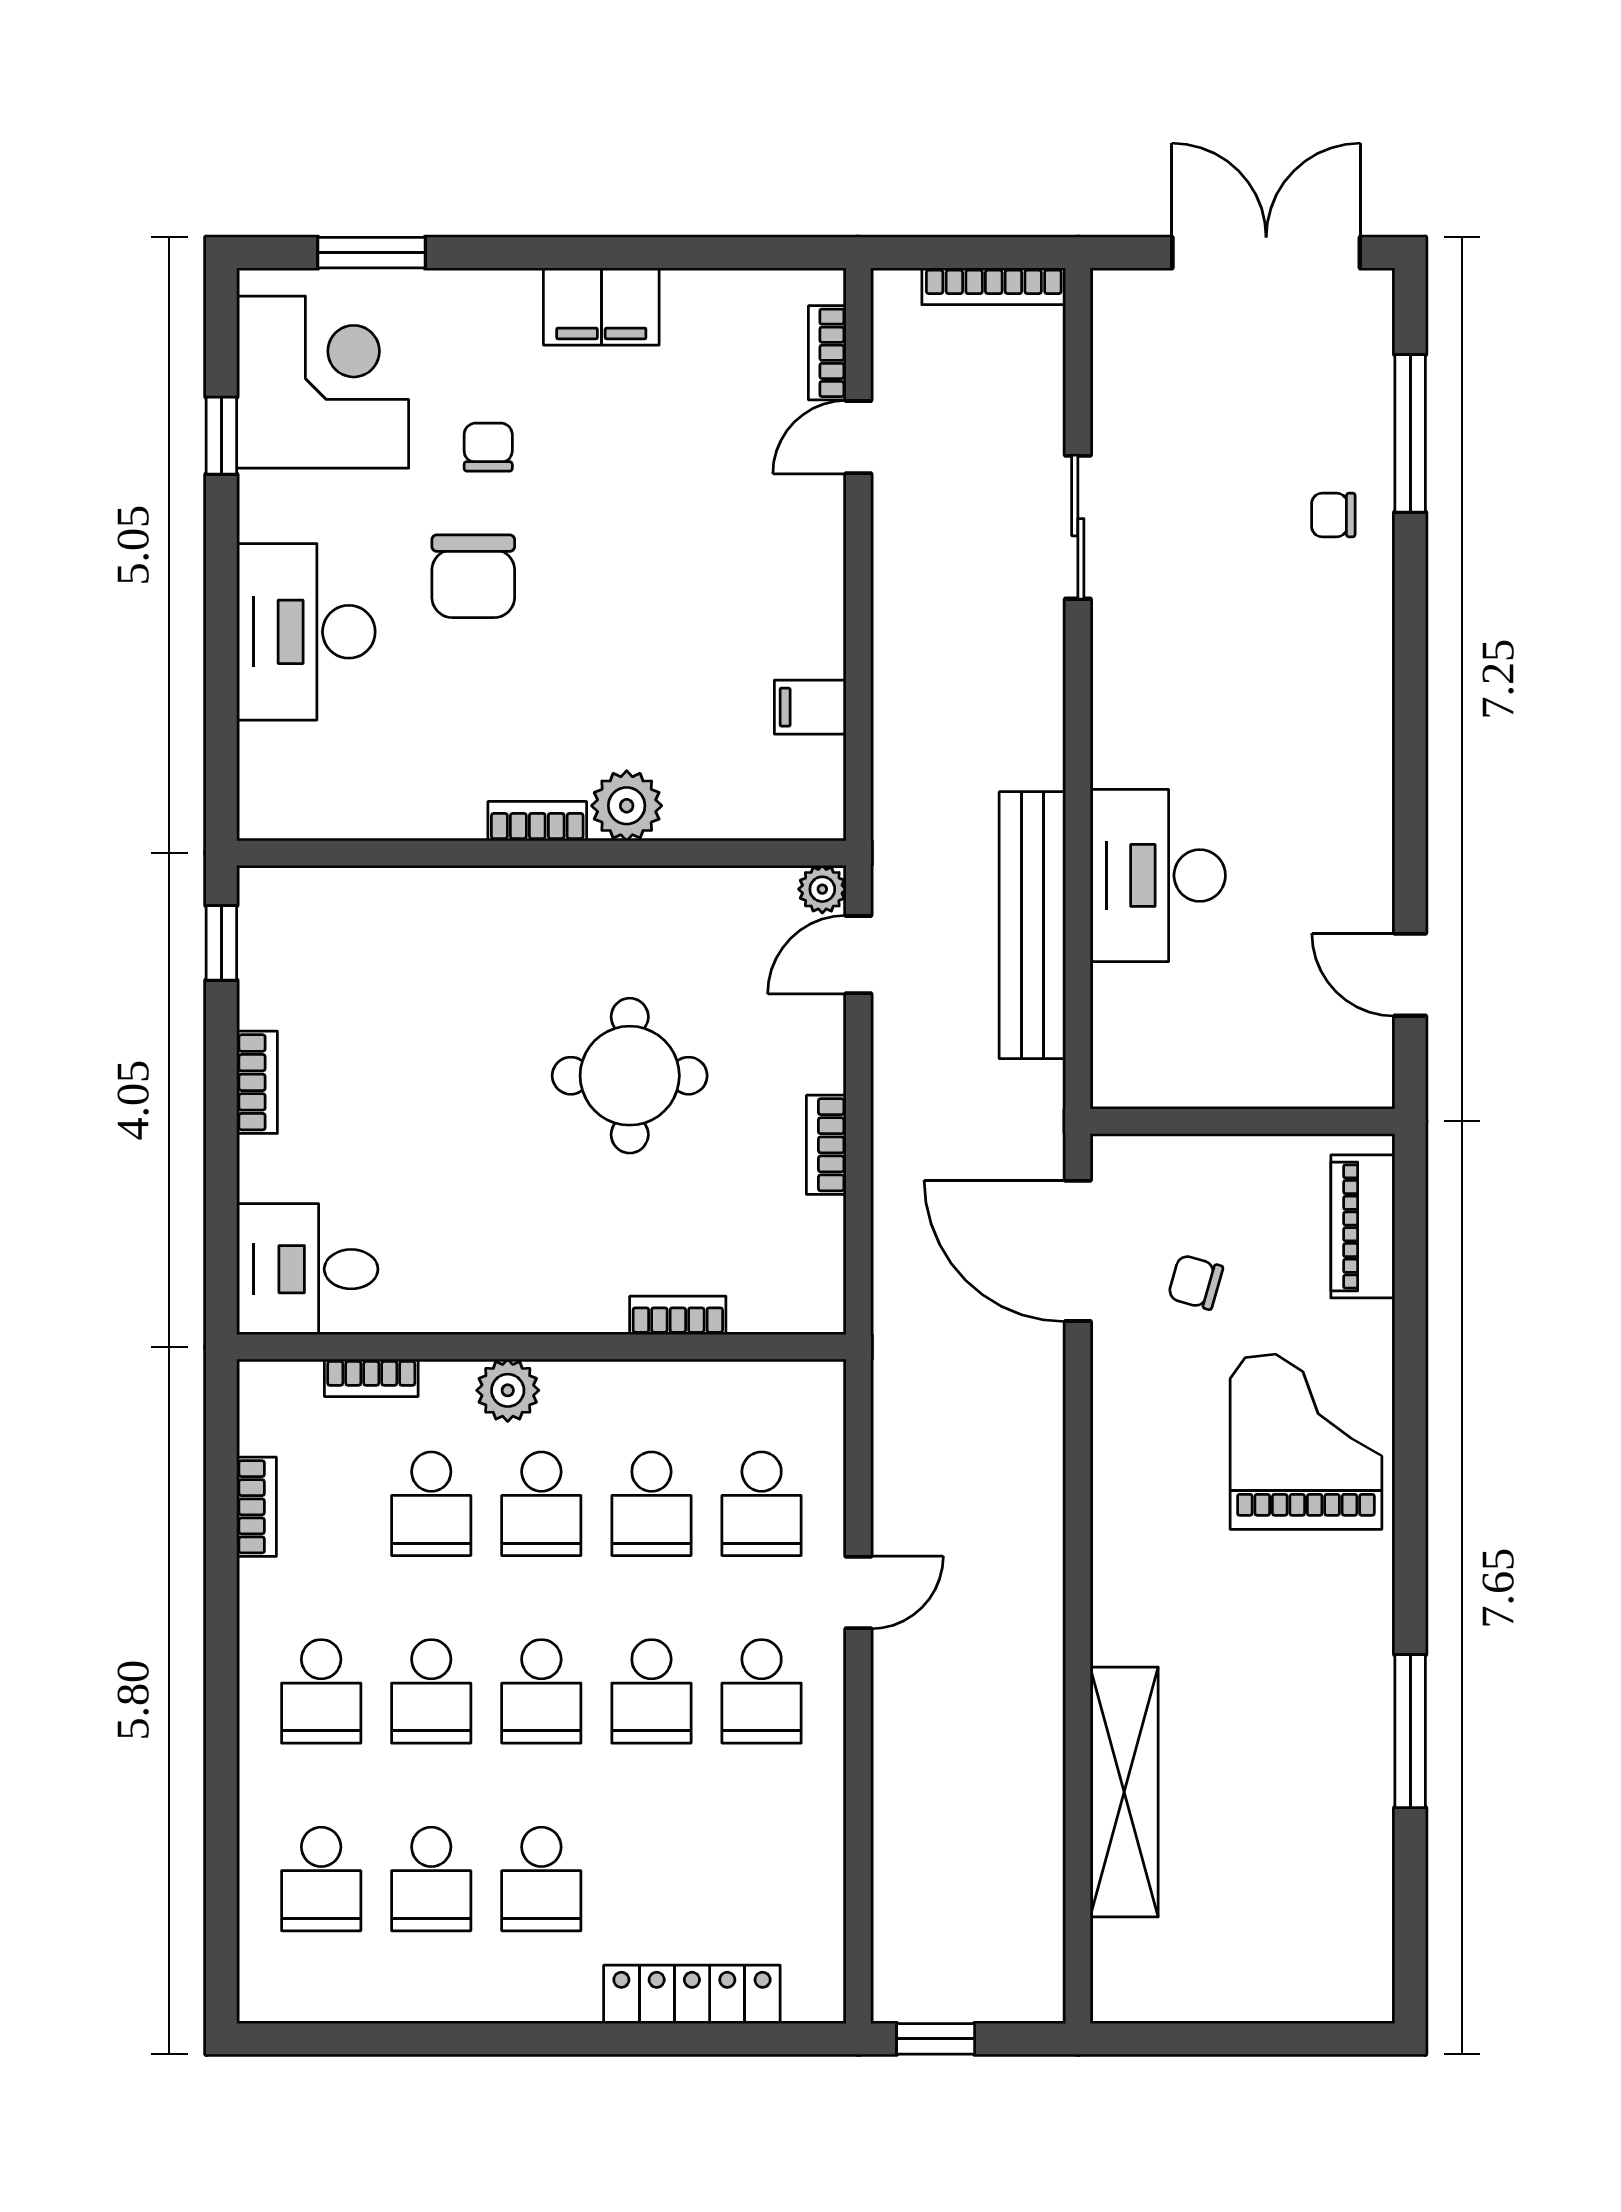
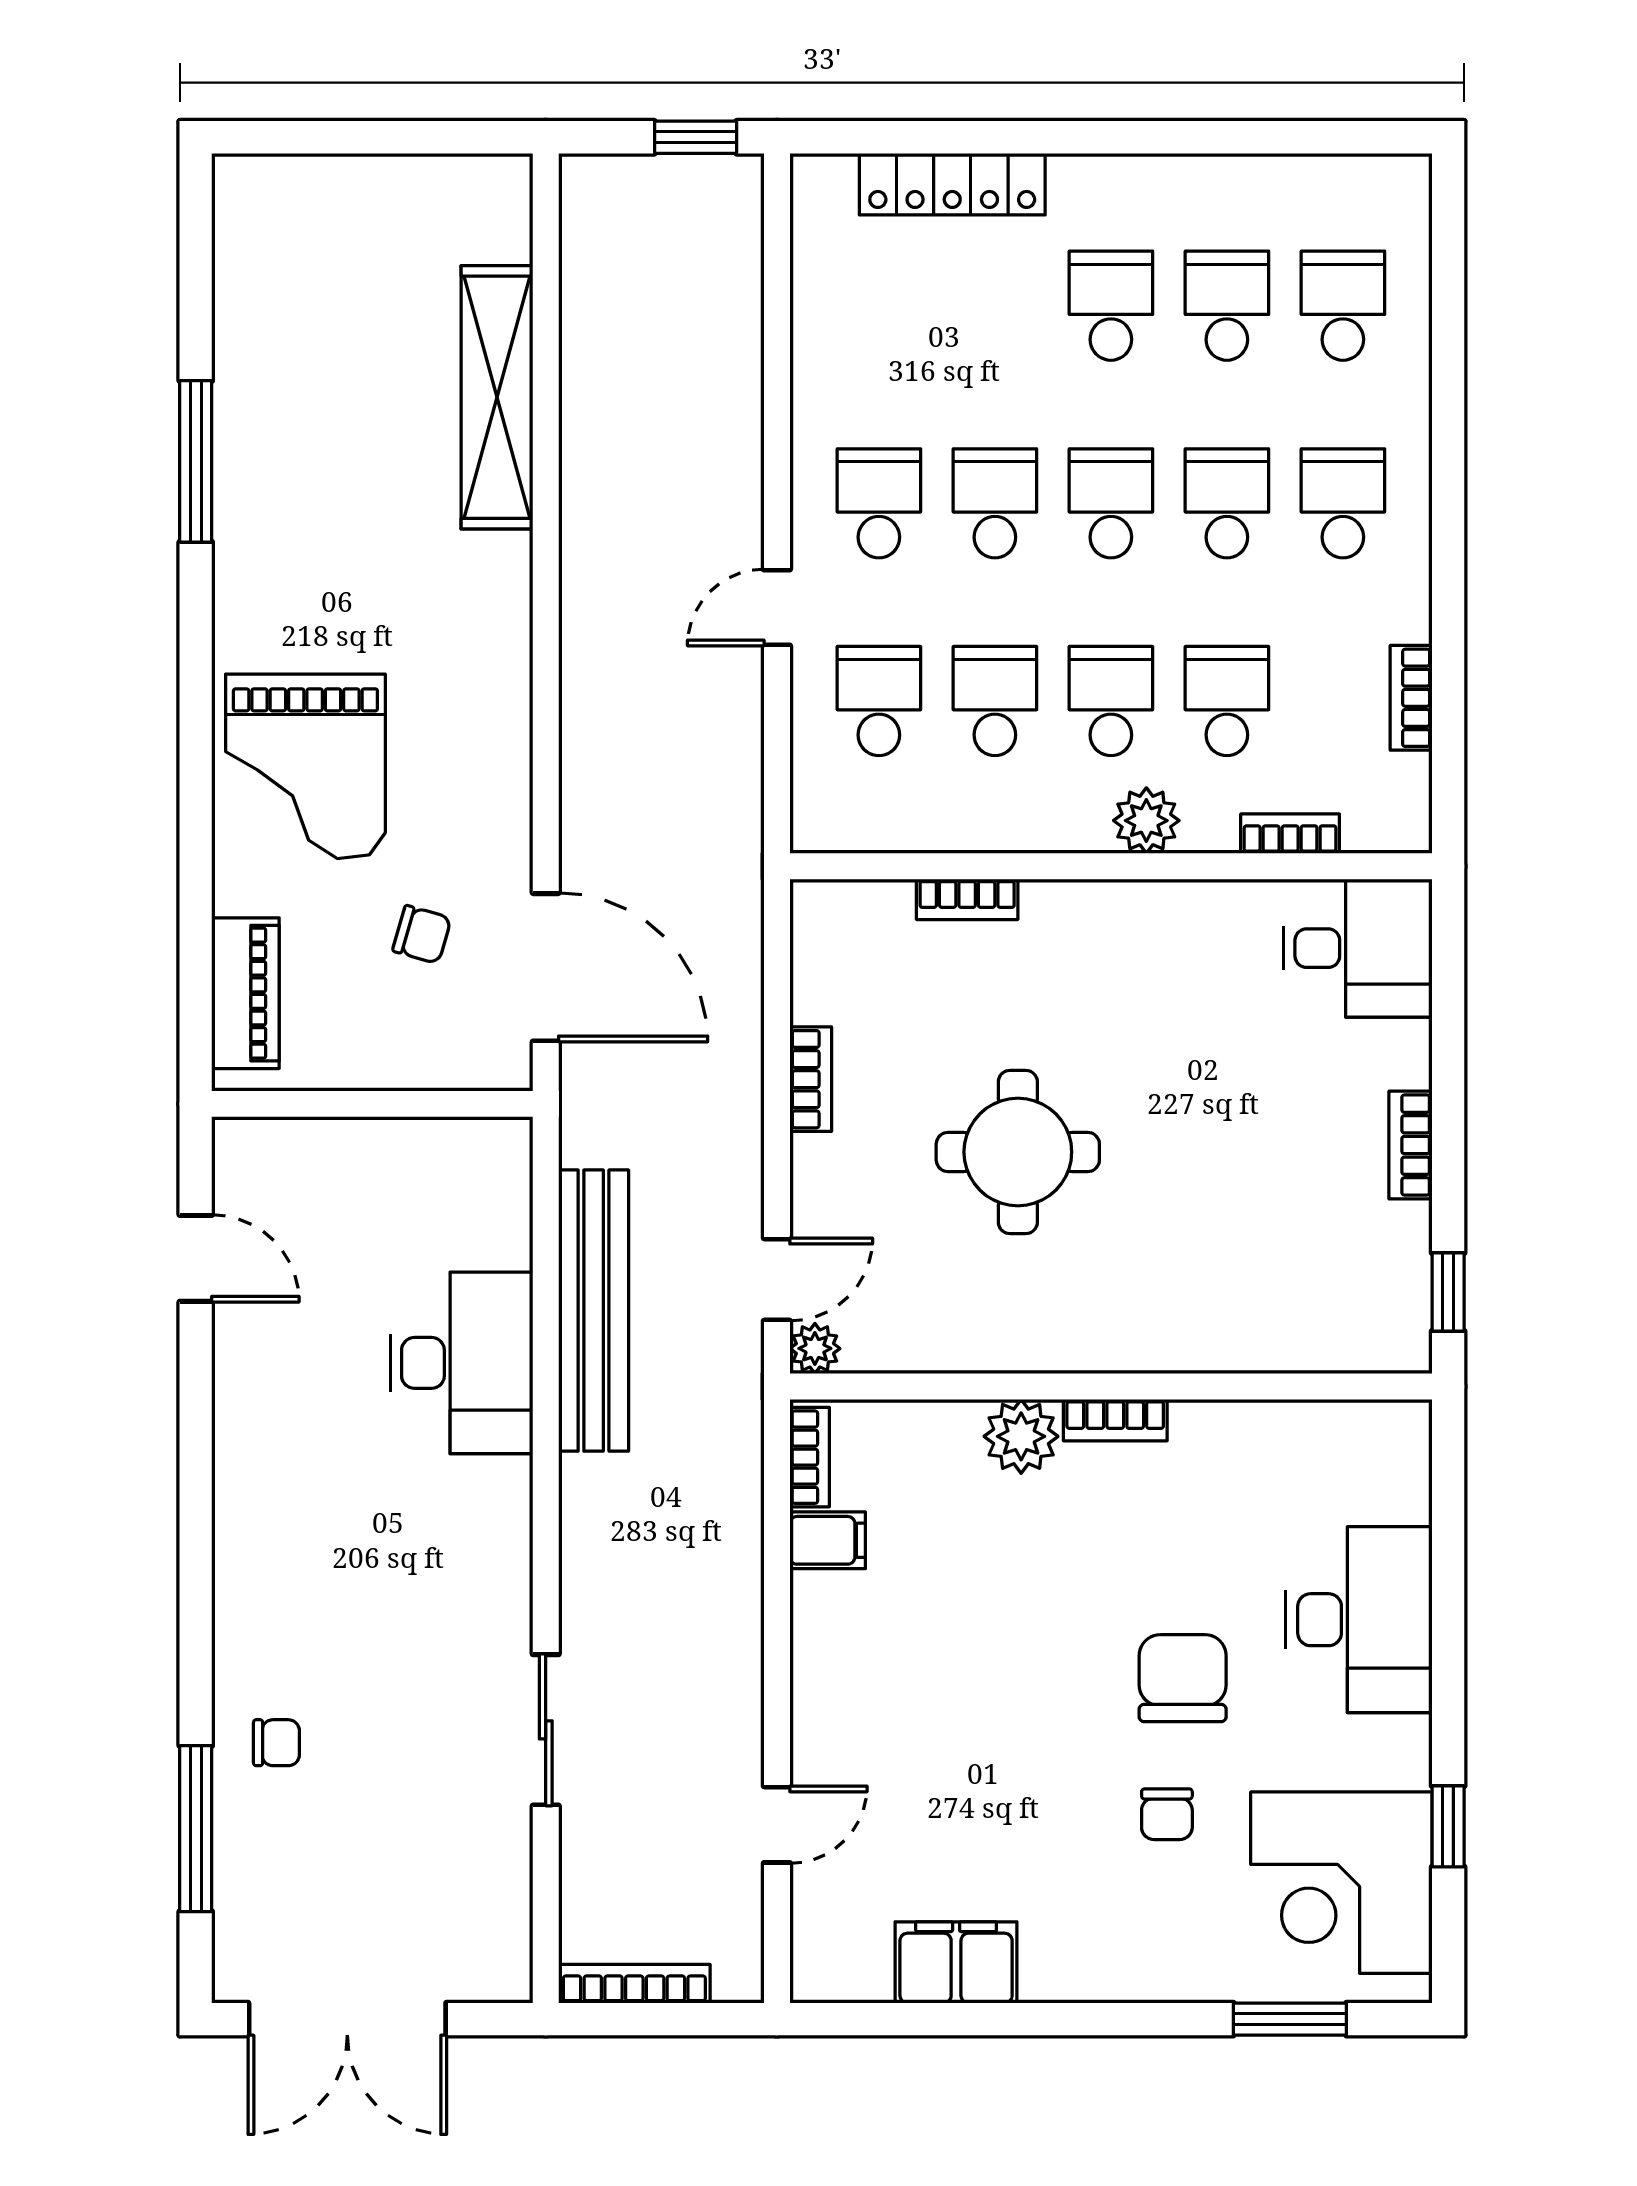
filing cabinet: (601, 306) -> (956, 1962), moved
bookcase: (827, 353) -> (810, 1457), moved

